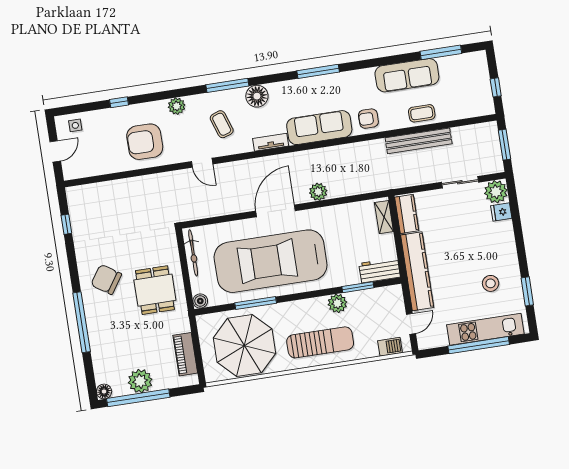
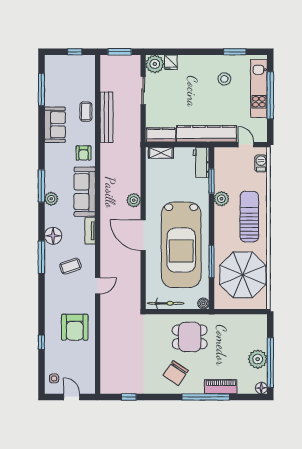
sofa: (407, 75) -> (55, 125), width x0.73
plant: (177, 106) -> (51, 199), moved
piano: (185, 354) -> (221, 387), moved, turned 180

